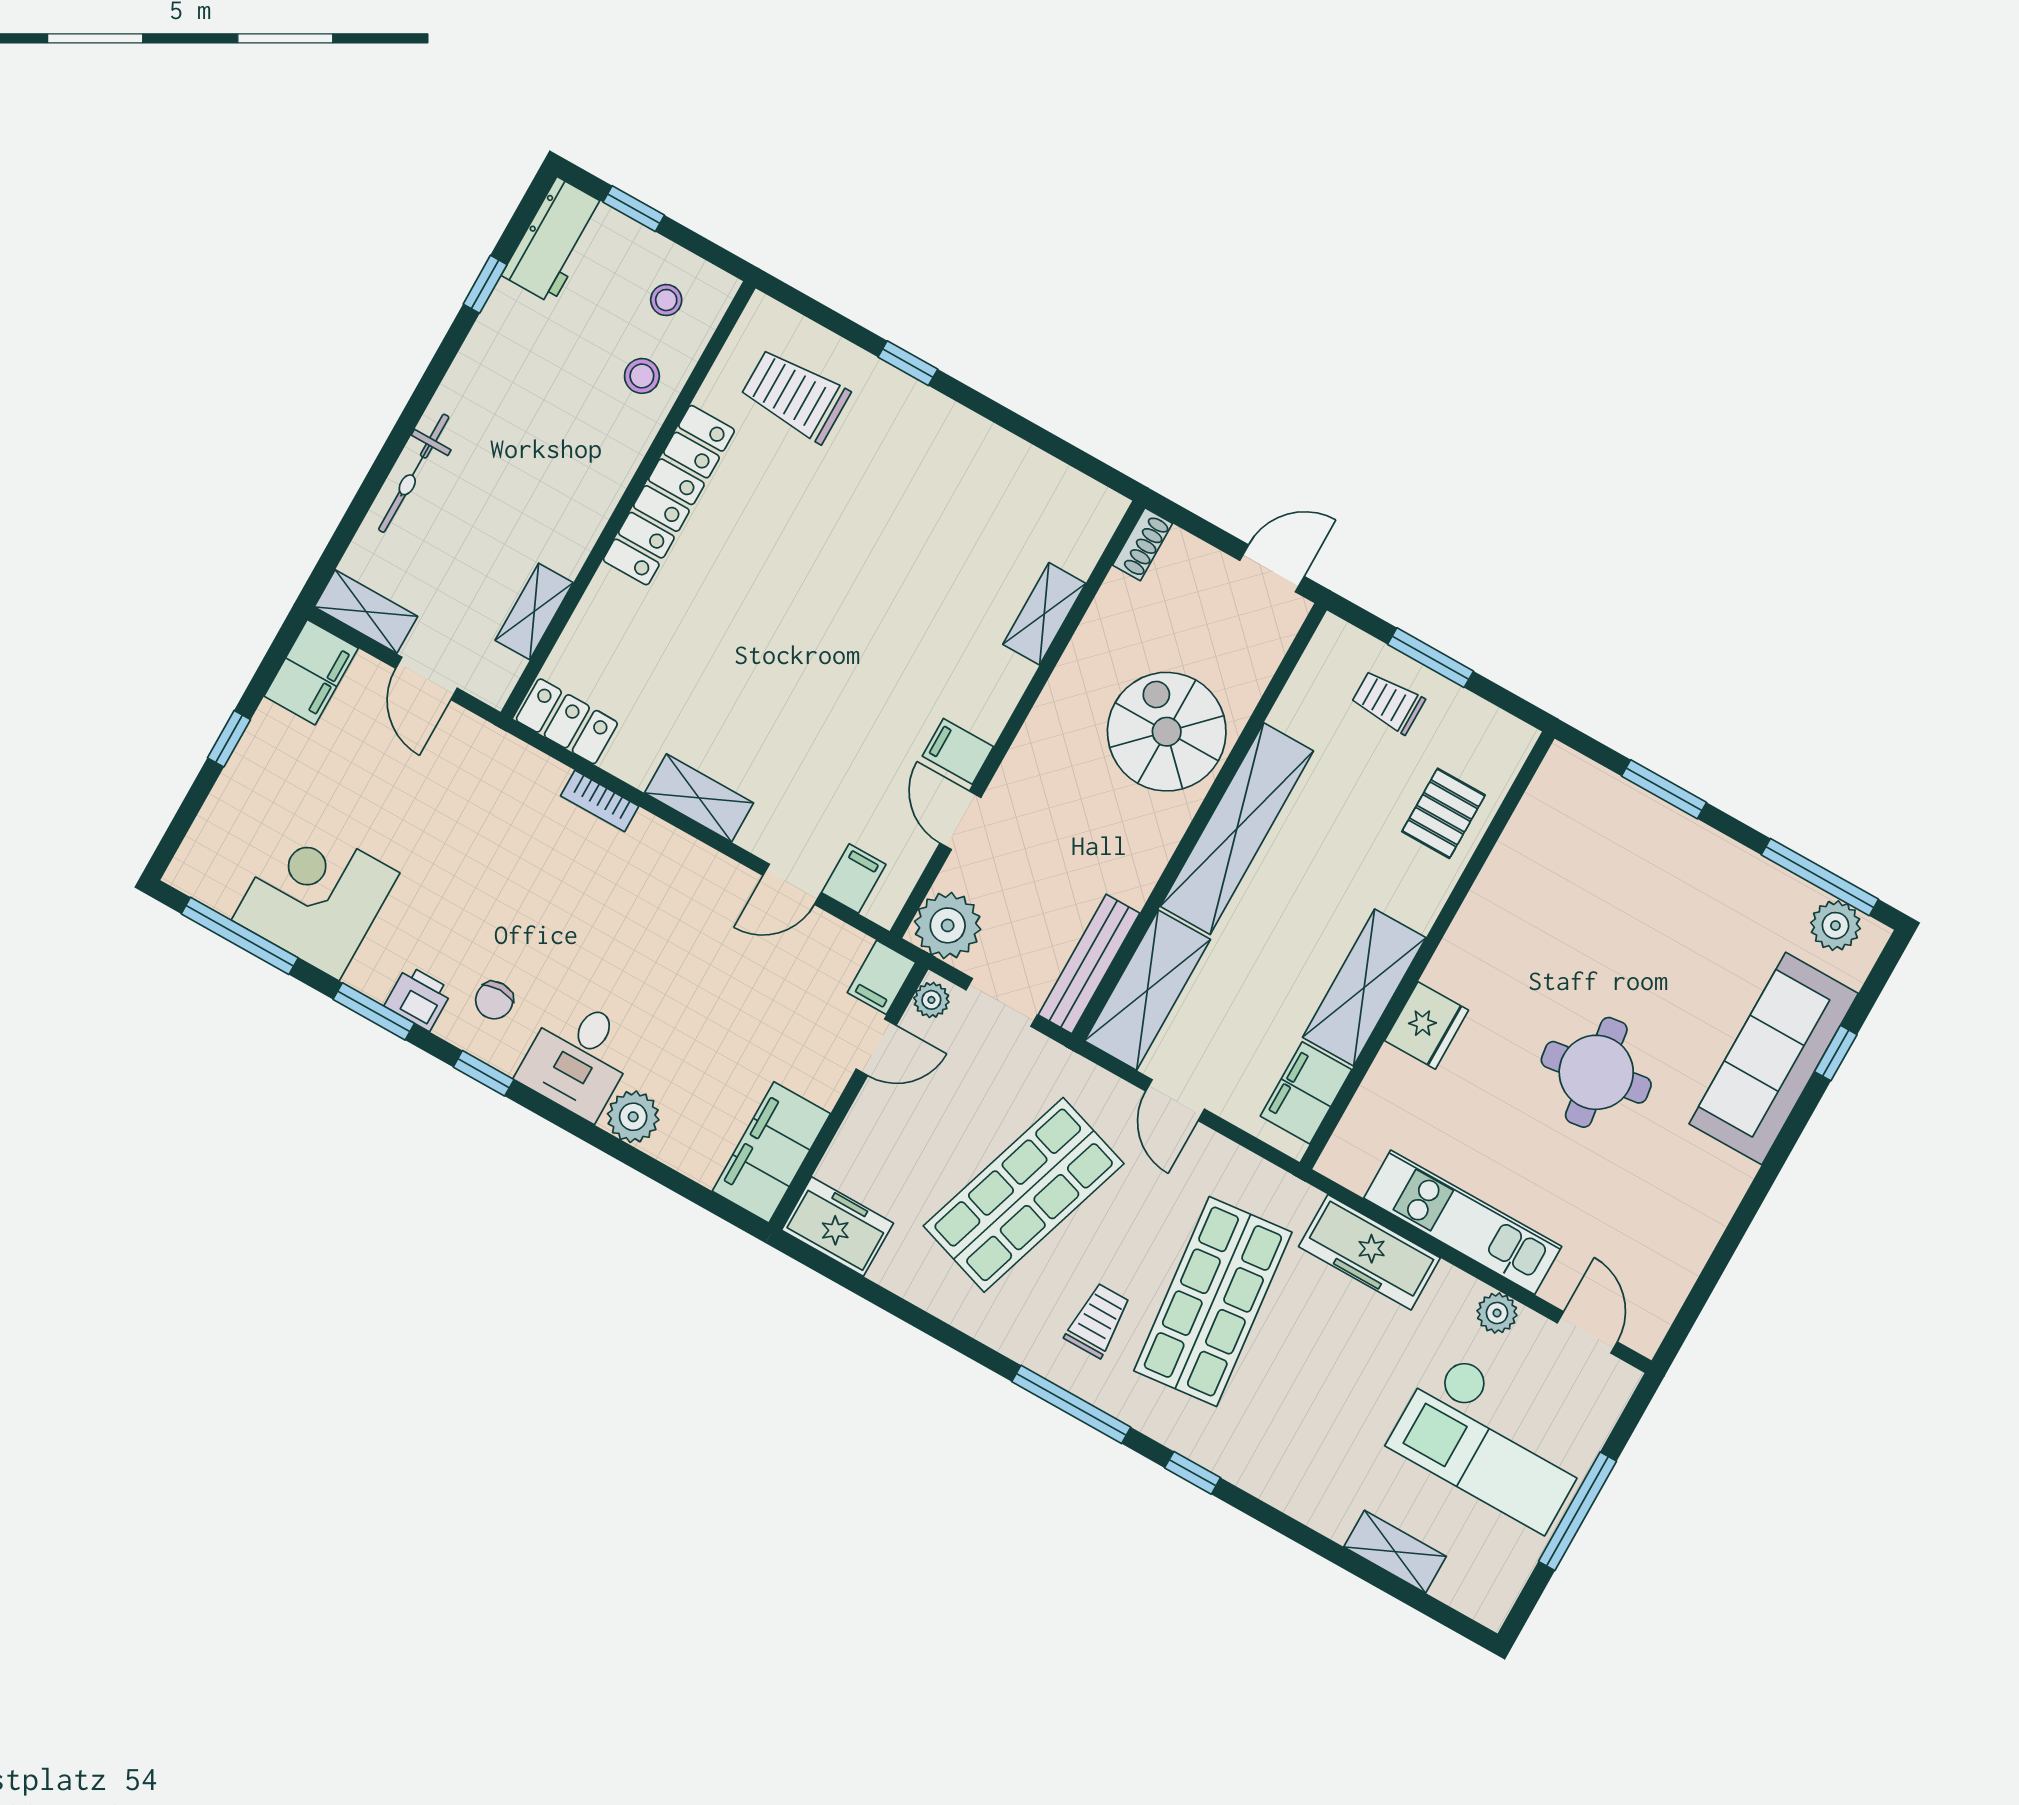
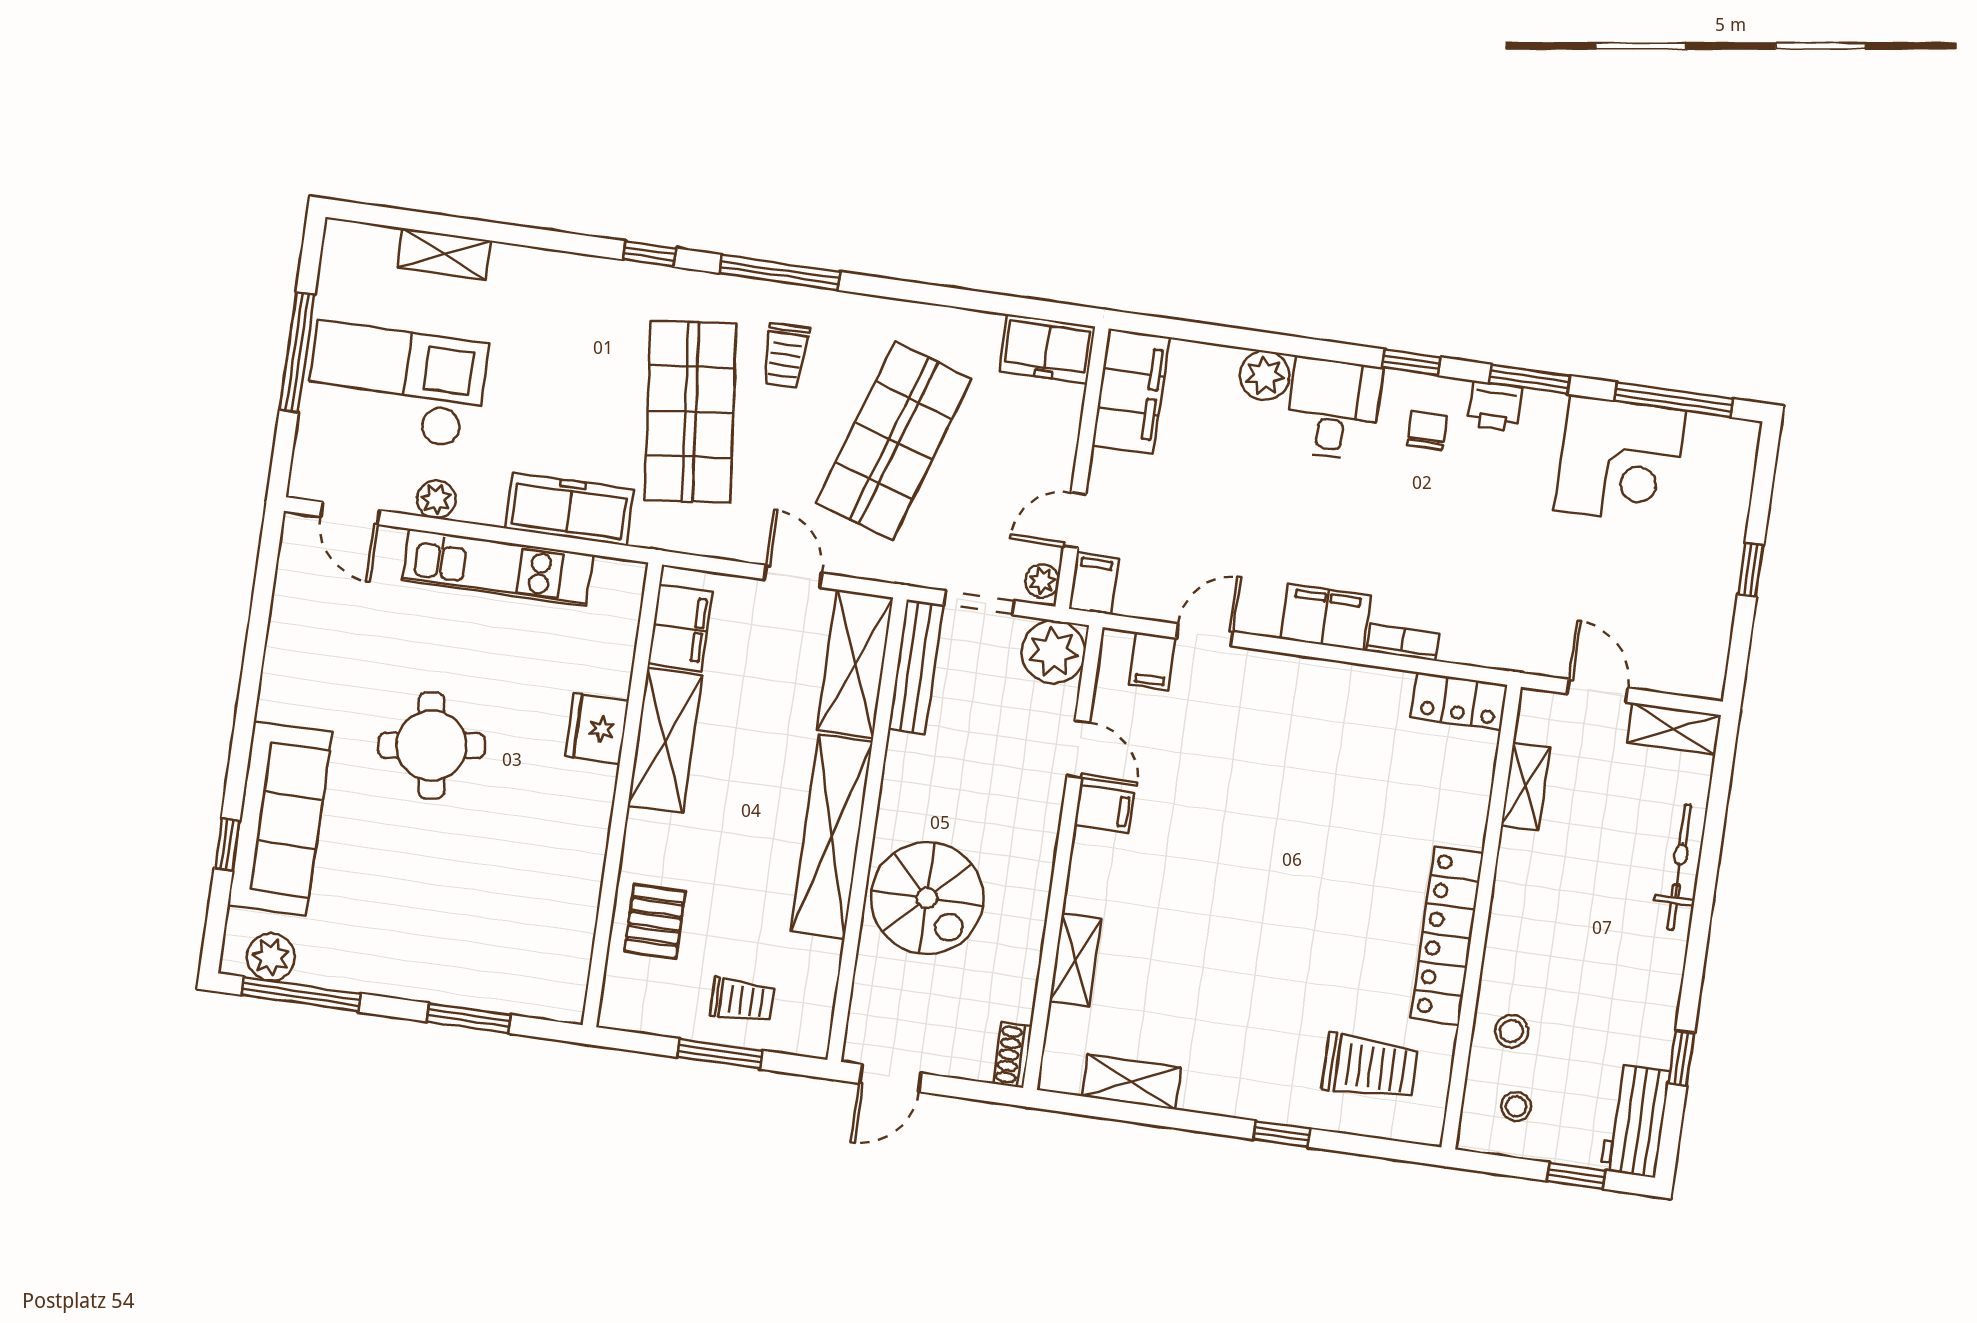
filing cabinet: (311, 672) -> (1325, 617), moved, turned 90
shelving: (699, 798) -> (1131, 1082), moved

